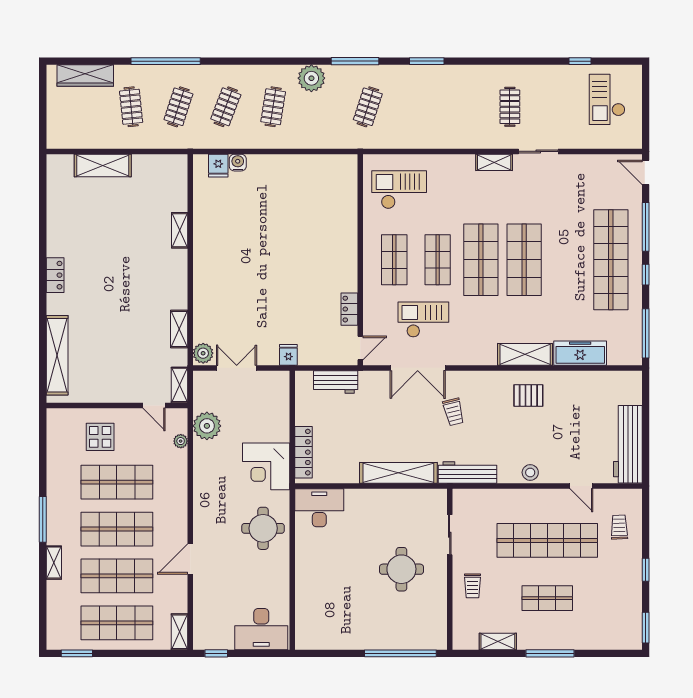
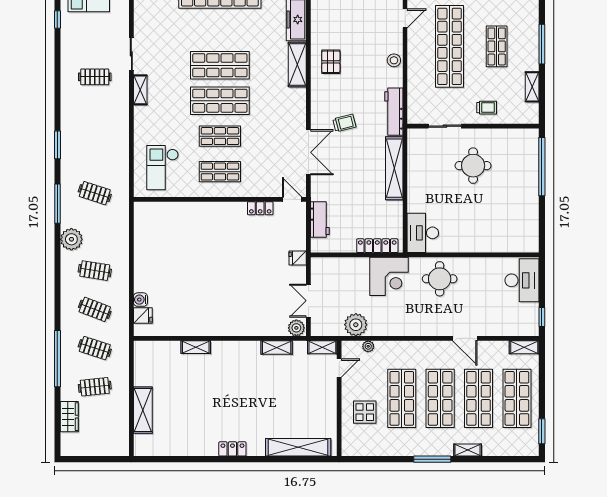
wardrobe: (85, 76) -> (69, 417), width x0.67
checkout: (423, 320) -> (269, 148), removed

